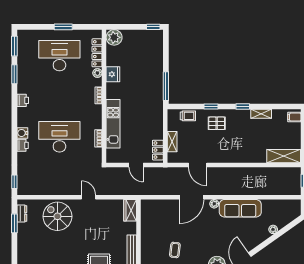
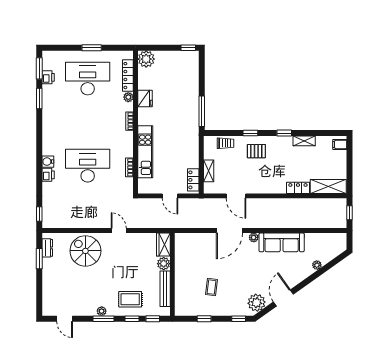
printer: (23, 100) -> (48, 77), moved
locker: (255, 158) -> (298, 188), added
plant: (130, 228) -> (164, 264), added

